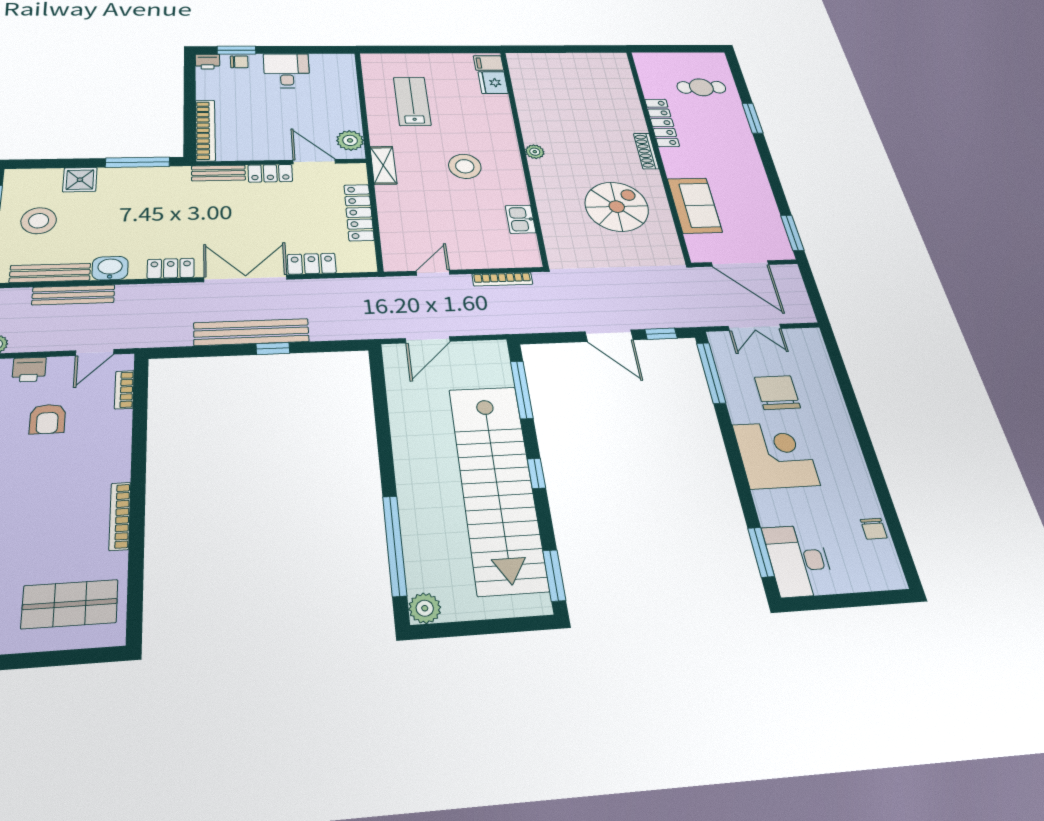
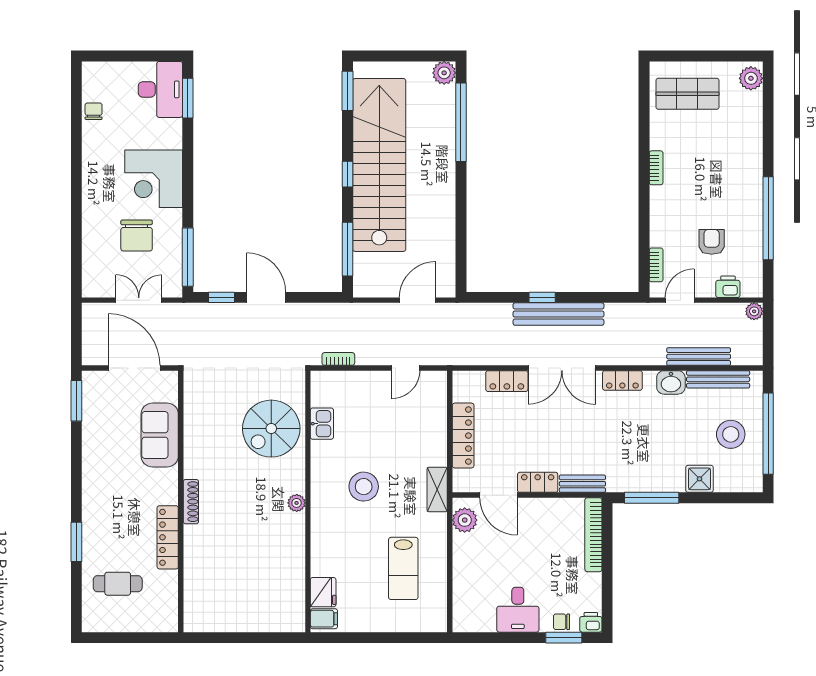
spiral stairs: (617, 207) -> (271, 429), moved
bookcase: (502, 279) -> (338, 359), width x0.64
bookcase: (120, 516) -> (656, 168), width x0.64

